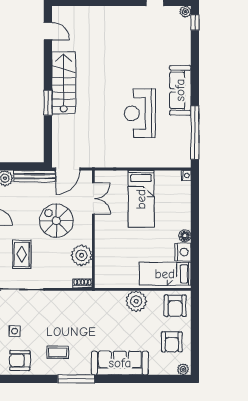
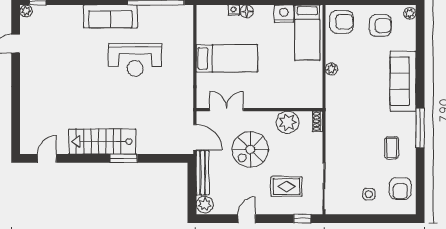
nightstand: (186, 176) -> (234, 10), moved
floor lamp: (185, 236) -> (247, 11), moved
plant: (136, 301) -> (331, 69), width x0.53, depth x0.53

